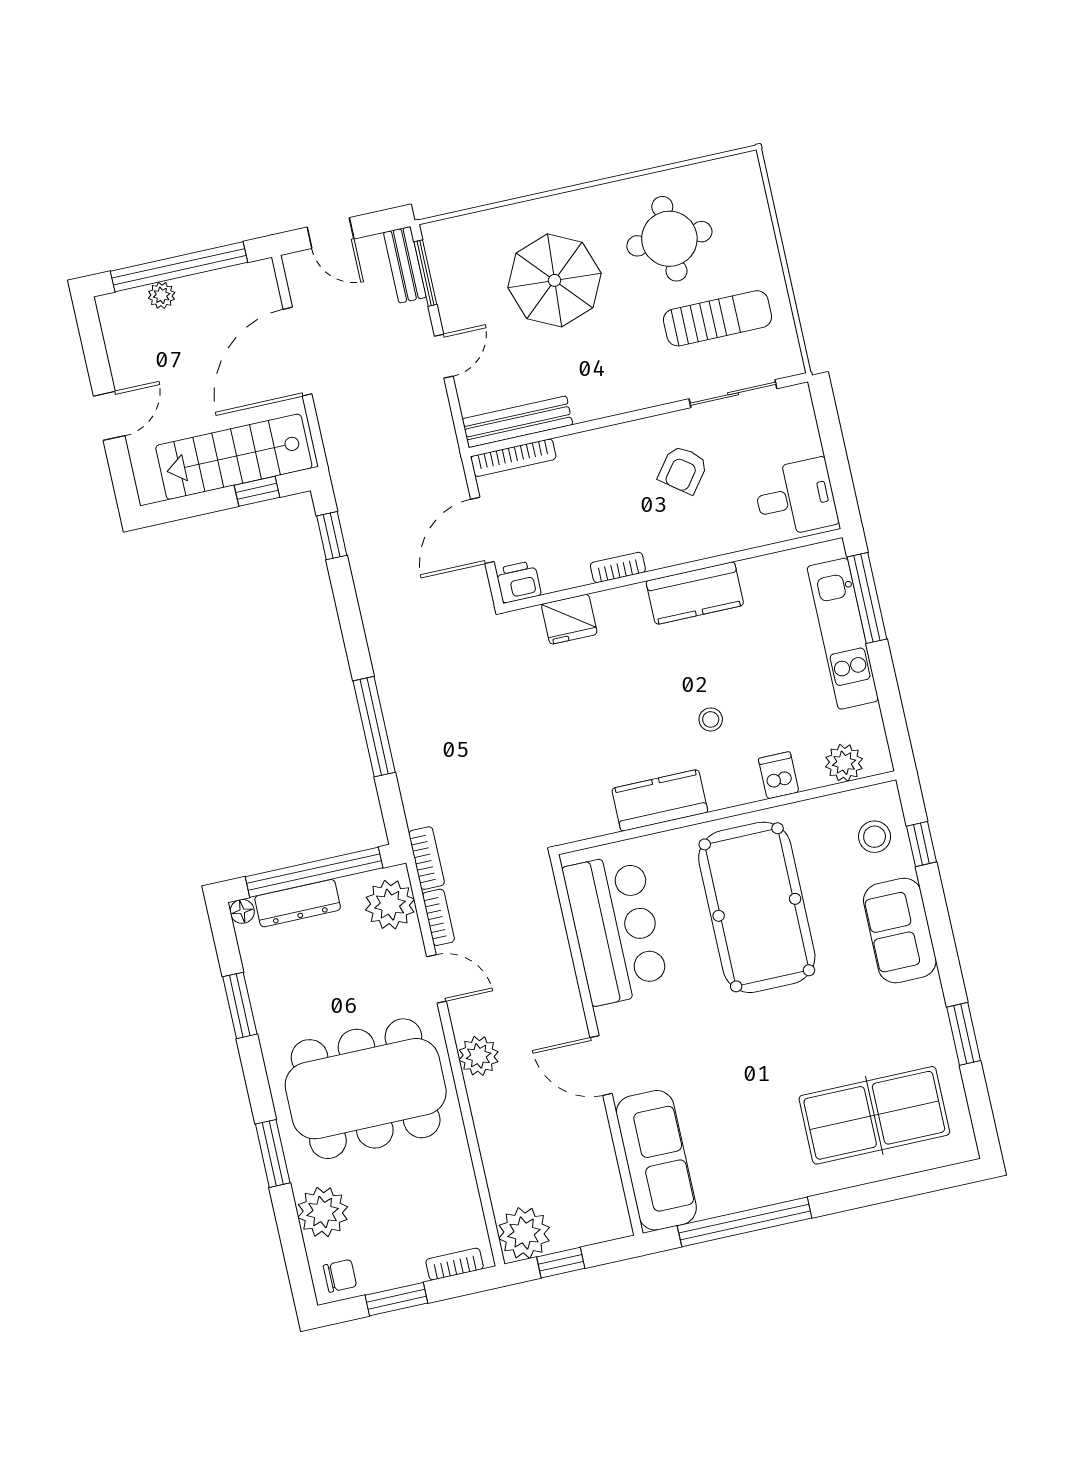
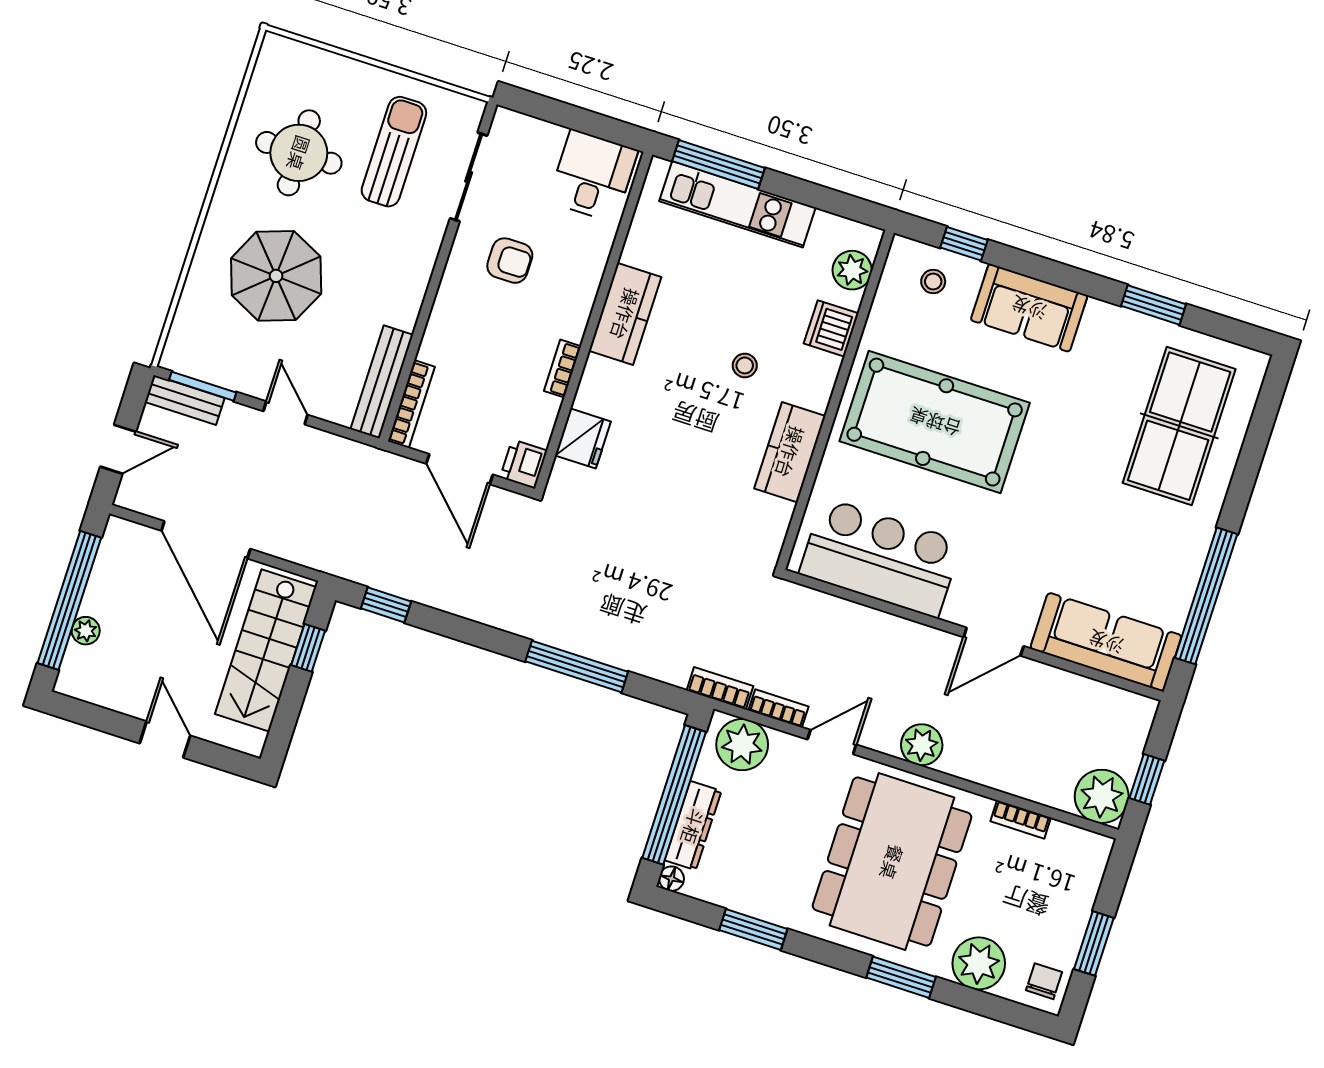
armchair: (683, 470) -> (510, 261), turned -37
dishwasher: (779, 775) -> (831, 328), width x1.38
stool: (875, 837) -> (933, 281), width x0.73, depth x0.73
bookcase: (455, 1264) -> (1021, 819), moved, turned -90

